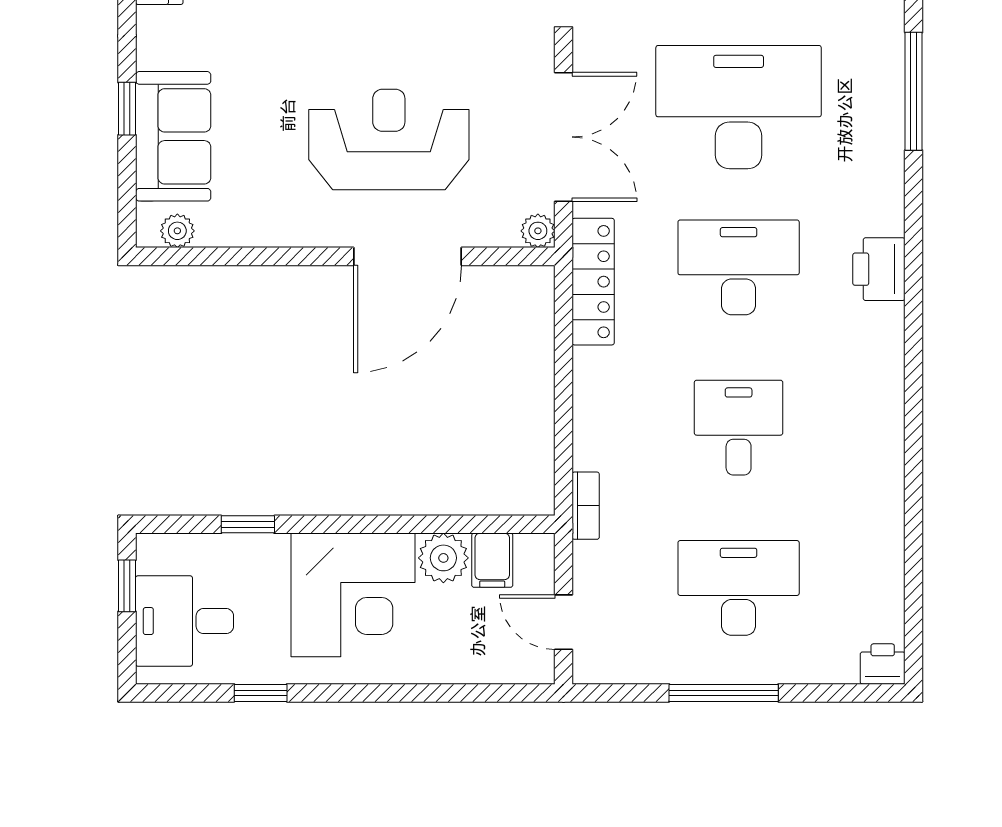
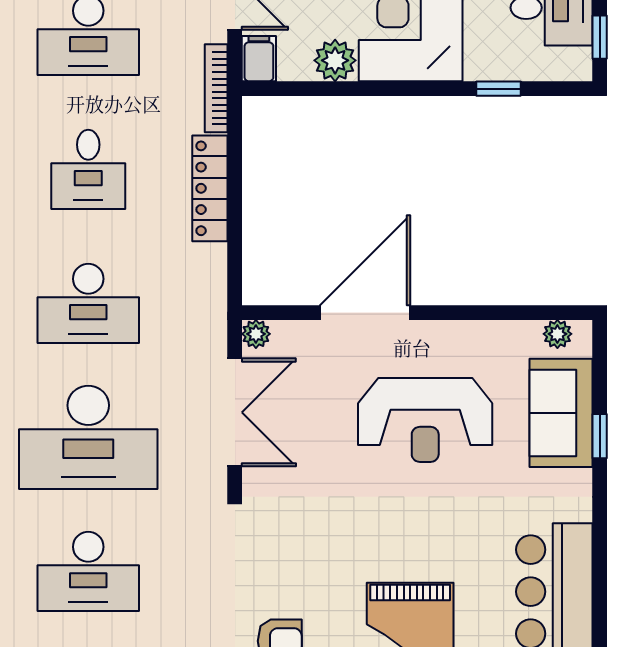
double door: (564, 137) -> (235, 412), swing flipped
reception desk: (389, 139) -> (425, 420), moved
locker: (593, 282) -> (210, 188), moved
bookcase: (586, 506) -> (216, 88), width x1.56
filing cabinet: (492, 560) -> (259, 59), moved

